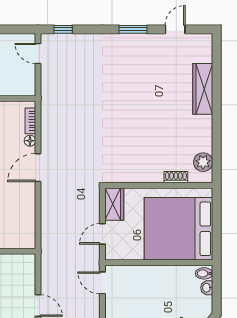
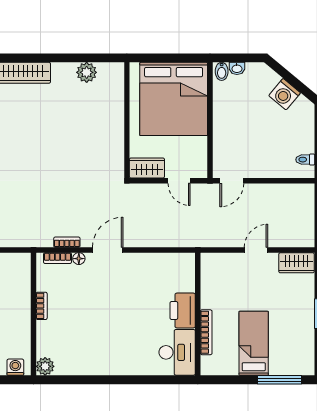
bookcase: (45, 130) -> (67, 242), added
plant: (203, 162) -> (87, 72), moved
door: (38, 168) -> (108, 250), swing flipped
shoe rack: (176, 177) -> (118, 102), removed

